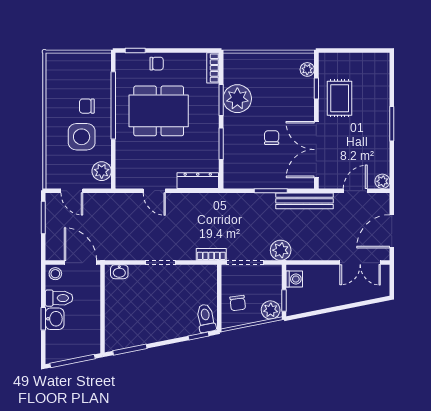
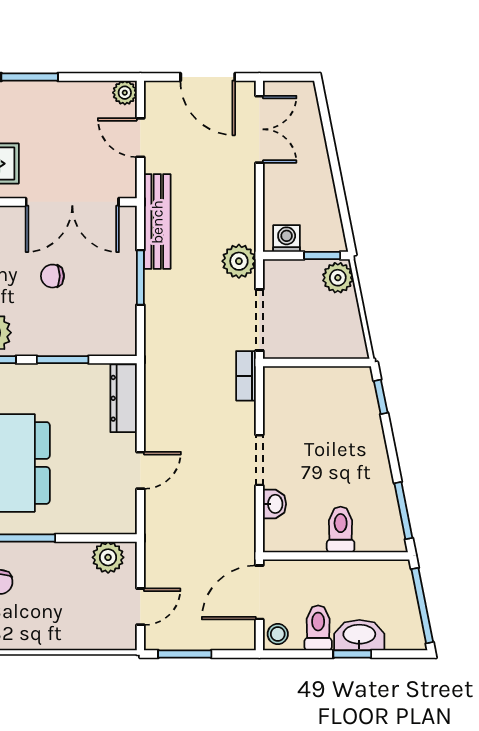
side table: (82, 137) -> (51, 591), removed
washbasin: (119, 272) -> (275, 504), moved
chair: (238, 303) -> (326, 332), removed
toilet: (206, 318) -> (341, 529), moved, turned 101
washbasin: (55, 319) -> (359, 635), width x1.38

